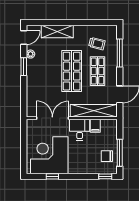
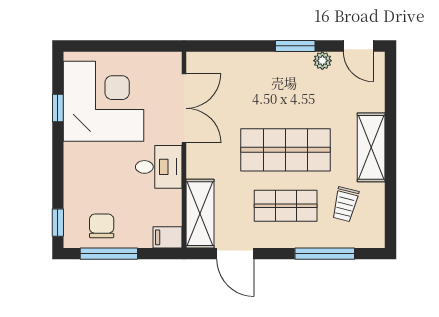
shelving: (57, 32) -> (371, 147), moved
shelving: (94, 111) -> (200, 214), width x0.68
filing cabinet: (95, 126) -> (168, 237), moved

